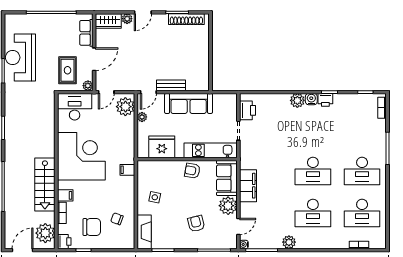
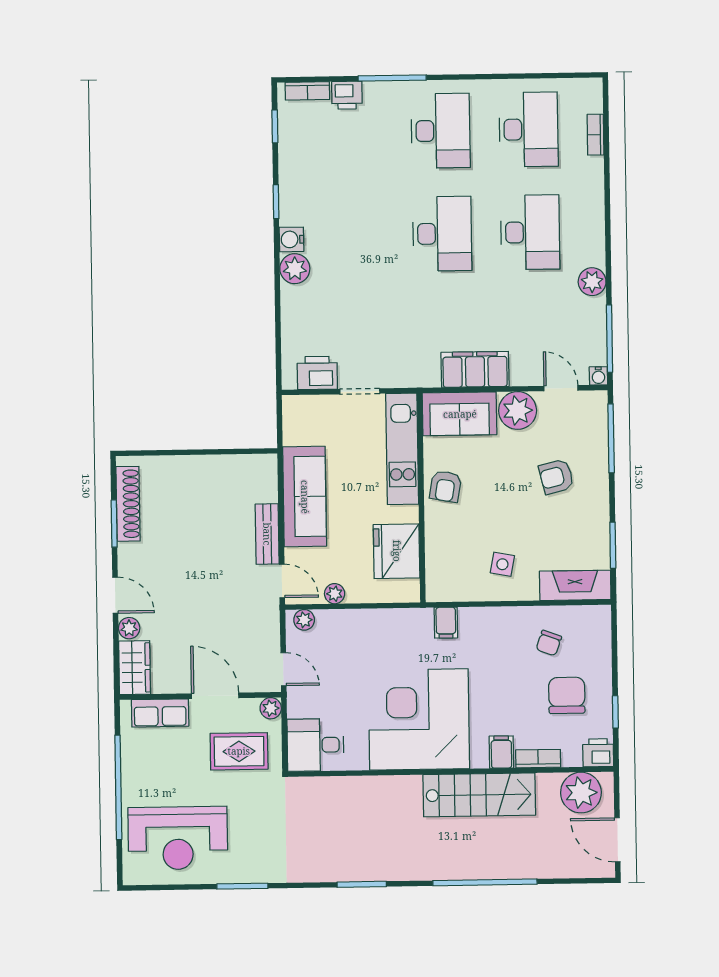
reception desk: (20, 57) -> (178, 838), moved
printer: (325, 100) -> (347, 95), moved, turned 90
desk: (75, 107) -> (315, 745), width x0.73
plant: (125, 107) -> (304, 620), width x0.53, depth x0.53

